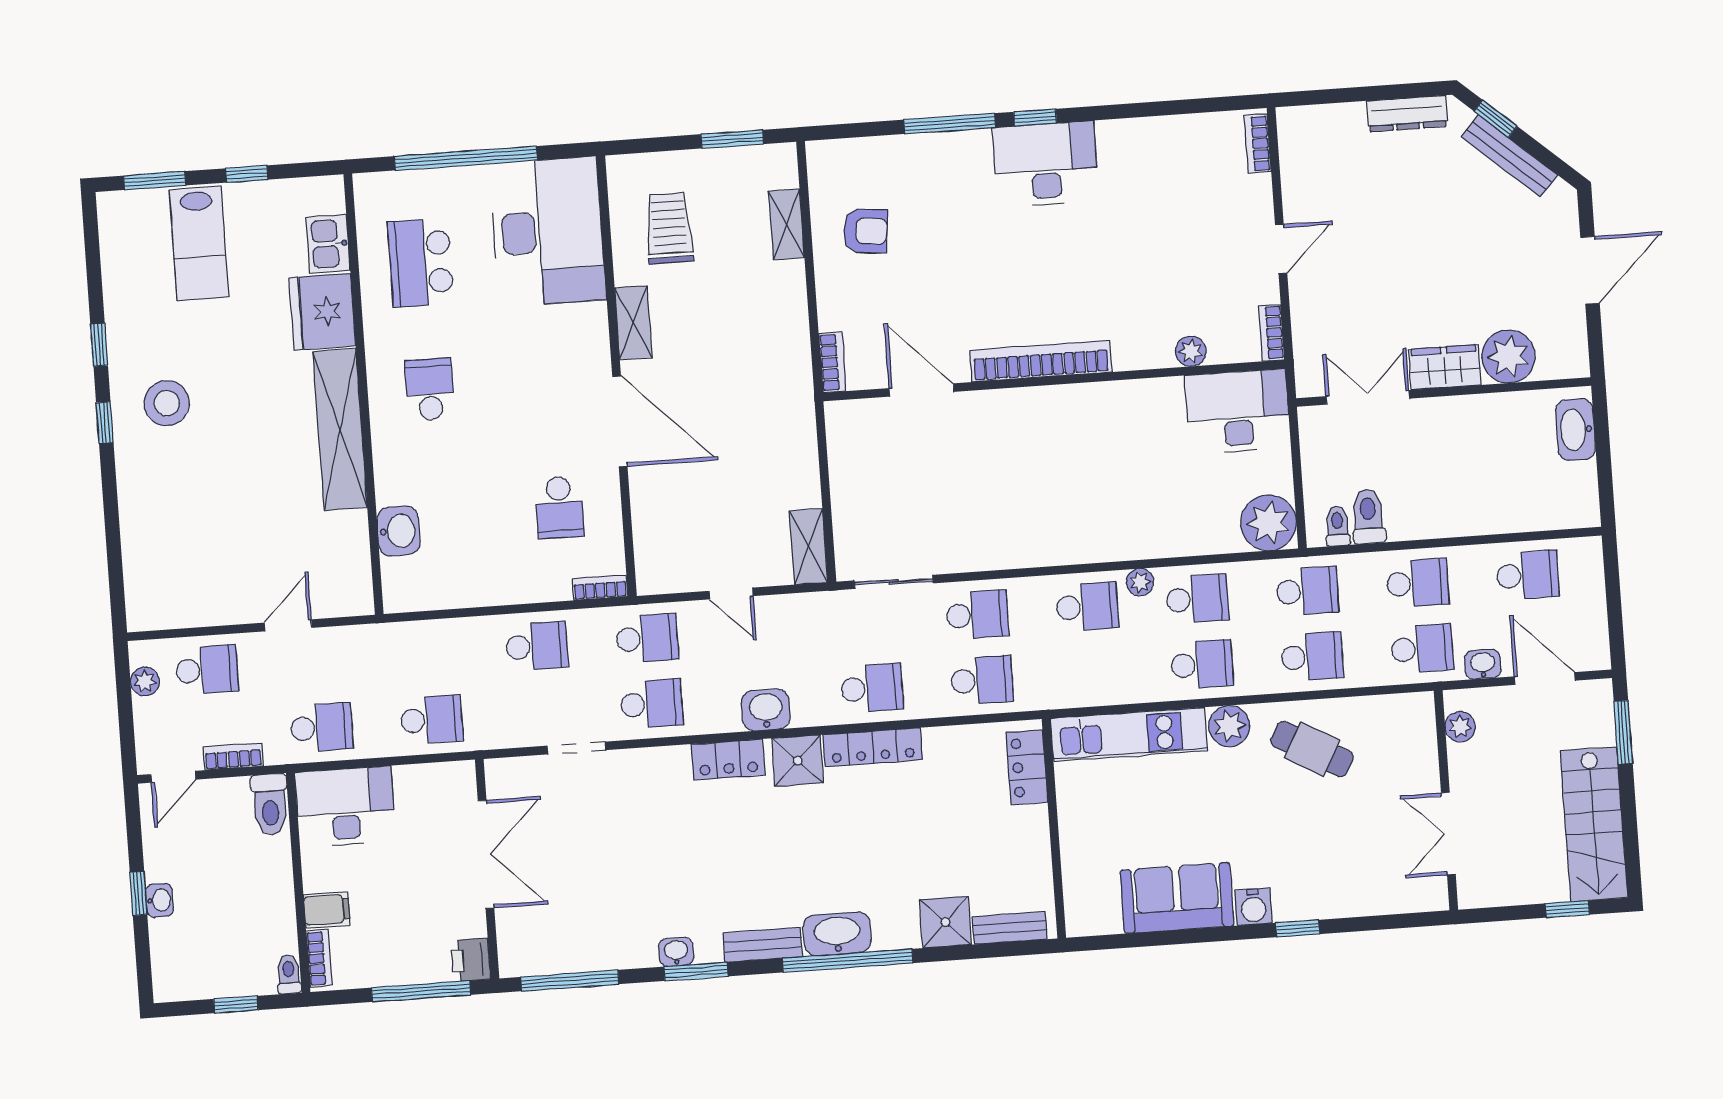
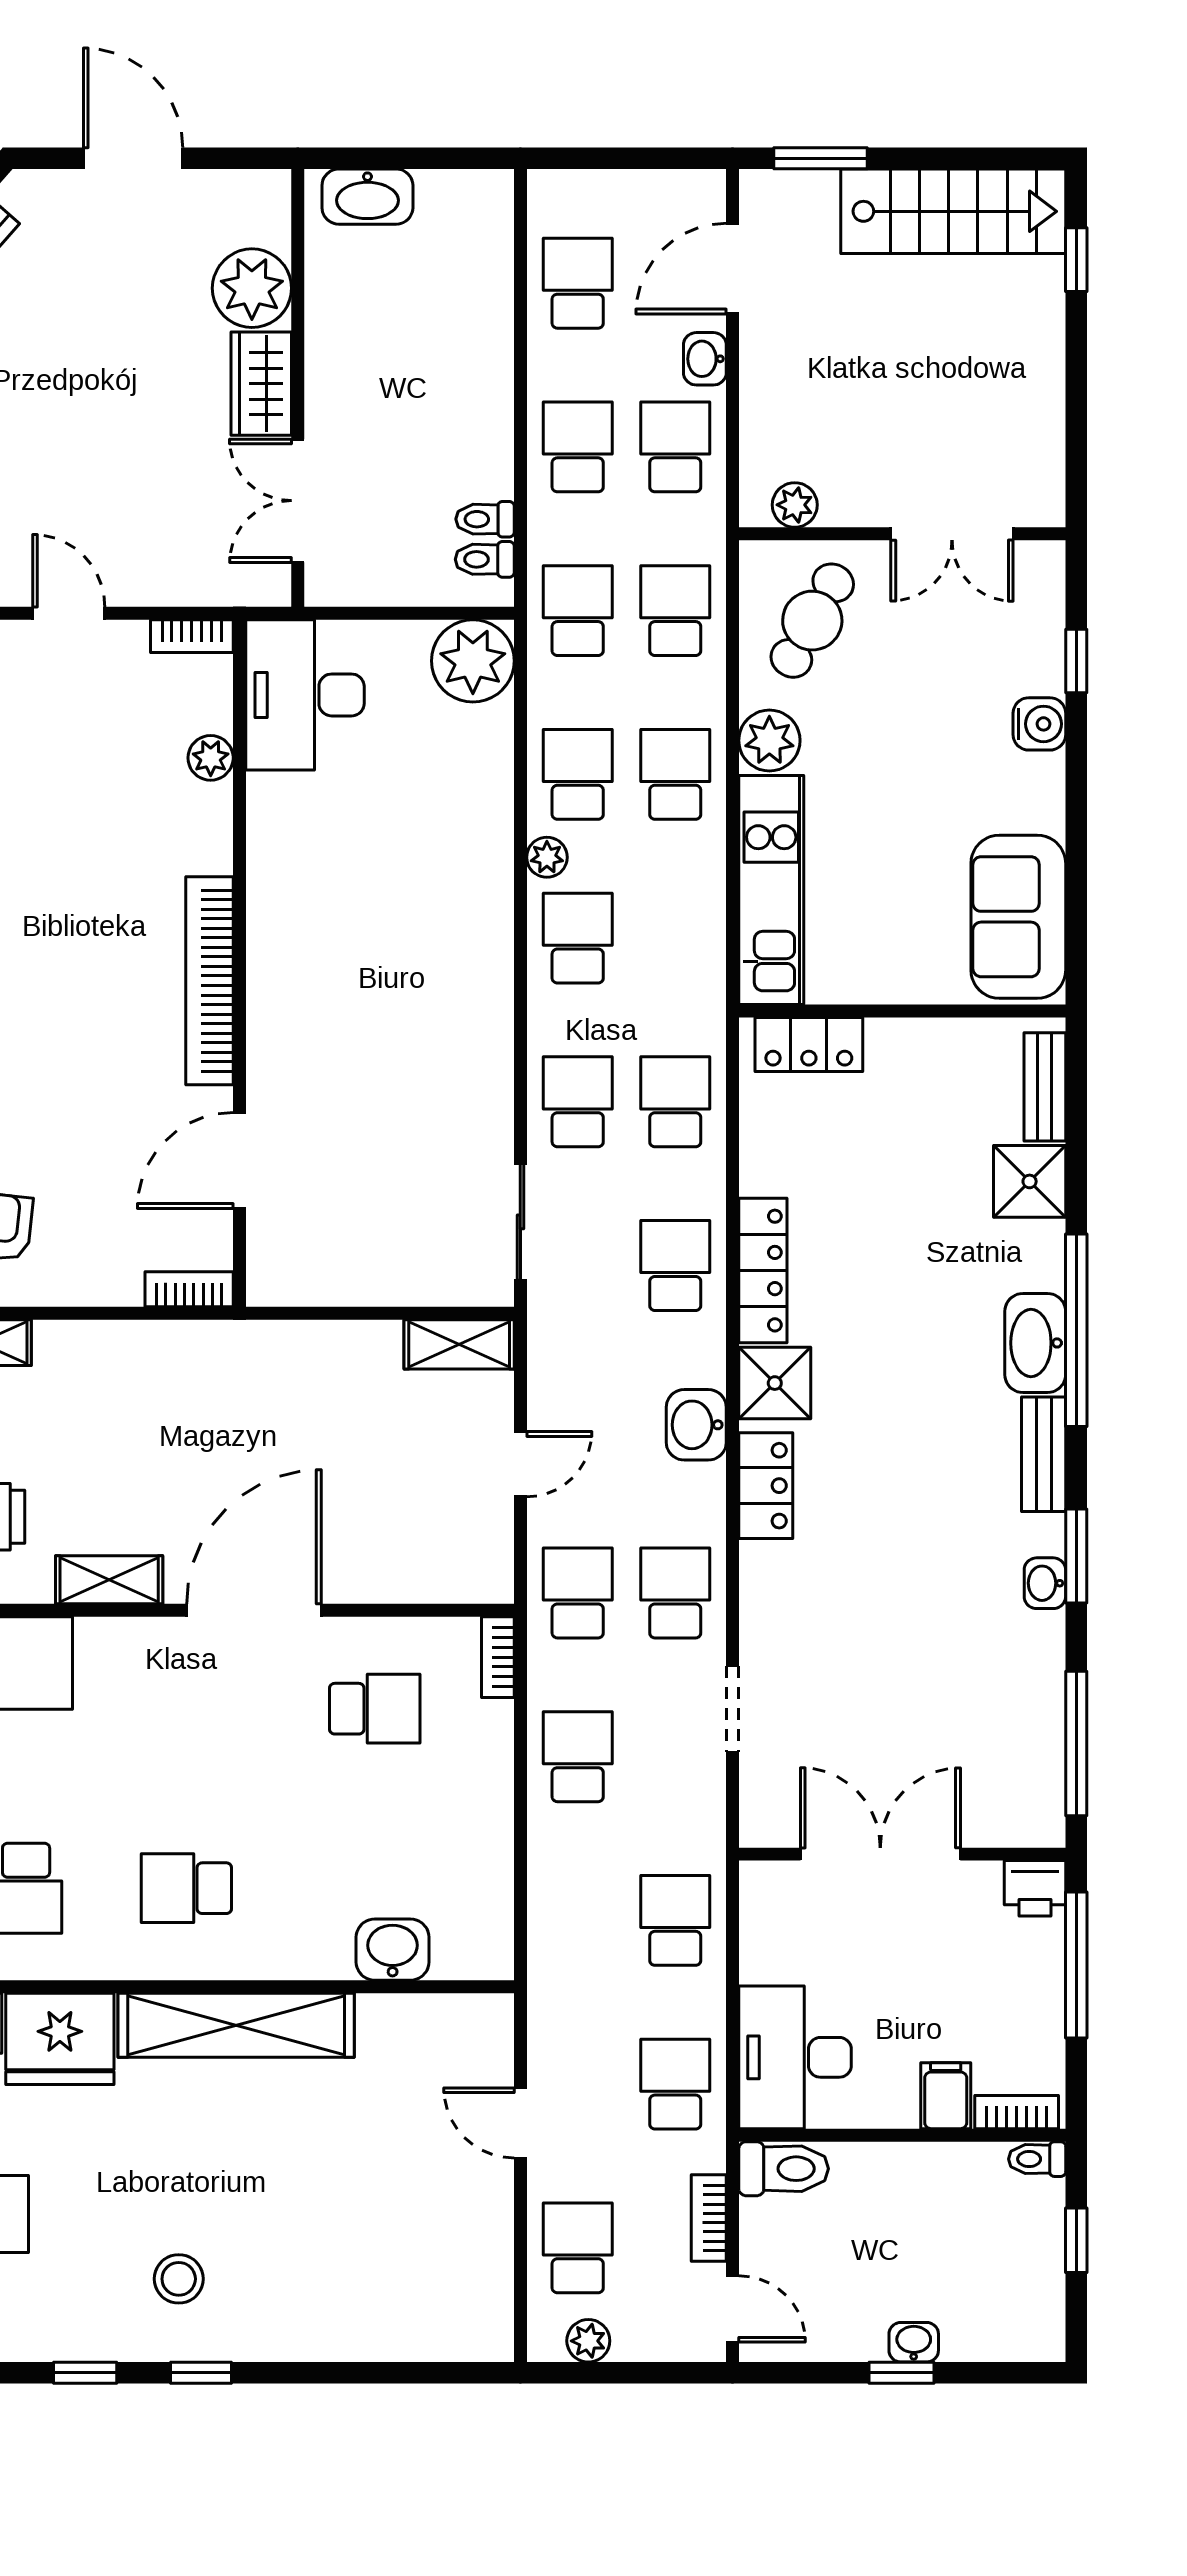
stool: (167, 403) -> (179, 2279), width x0.73, depth x0.73
toilet: (1368, 516) -> (485, 519), width x0.73, depth x0.72
plant: (1460, 727) -> (795, 505), moved
wall: (1446, 800) -> (902, 534), moved
double door: (1448, 834) -> (952, 534), moved
sofa: (1177, 898) -> (1018, 917), moved

